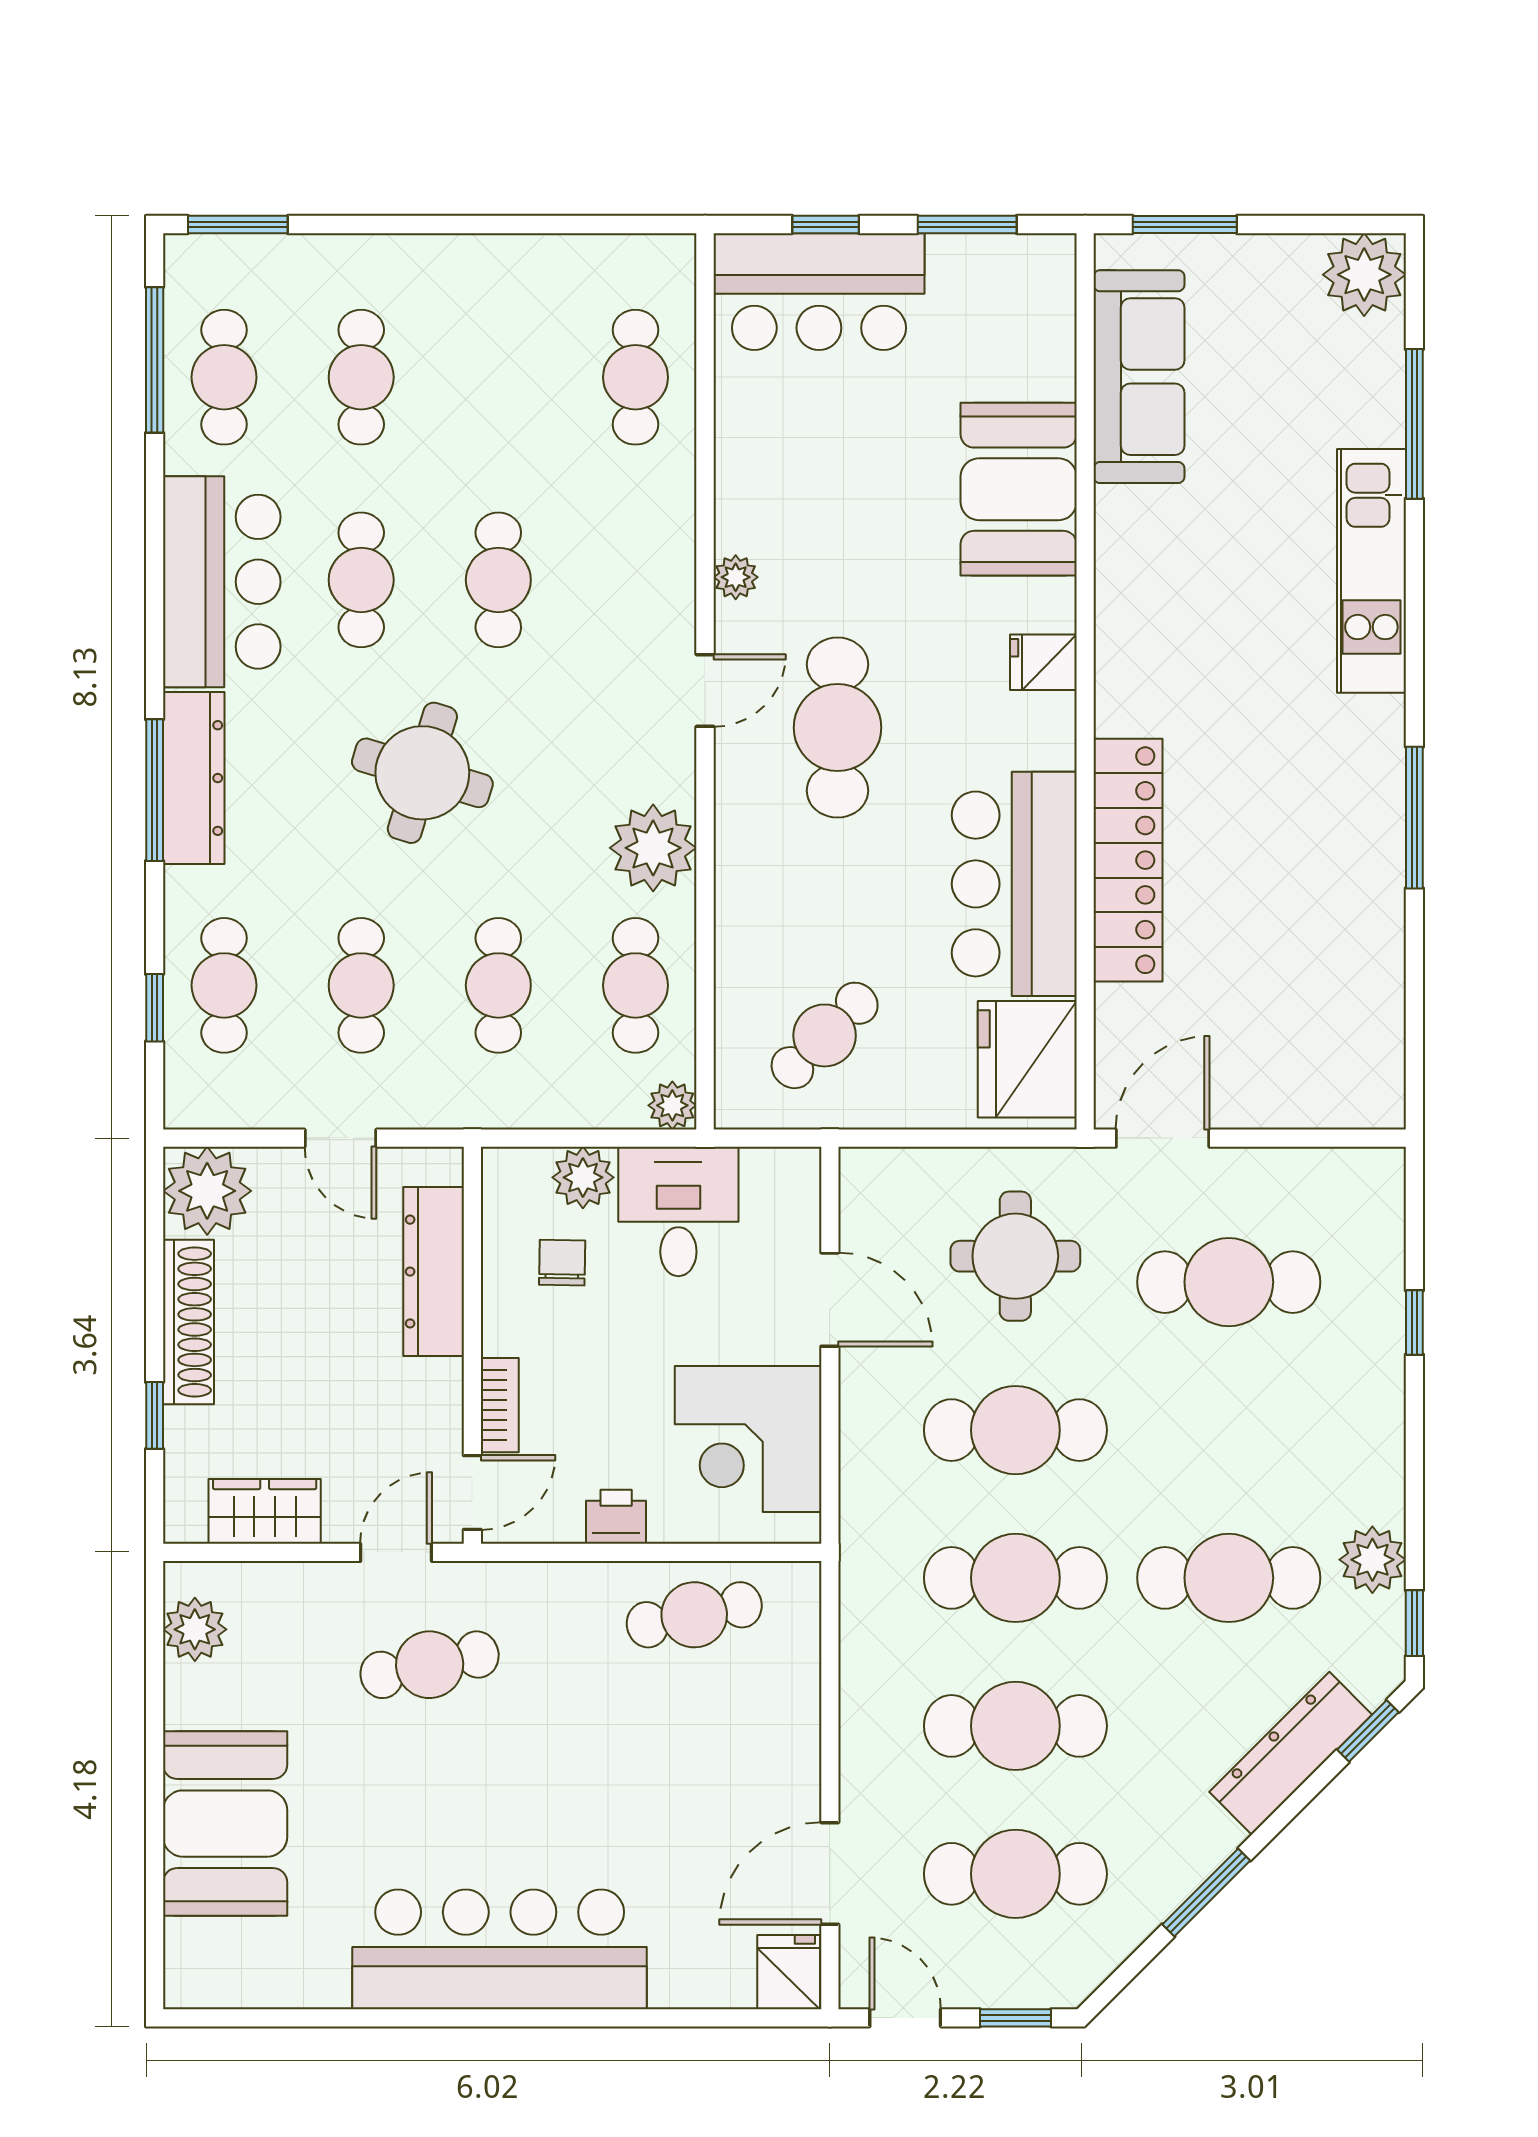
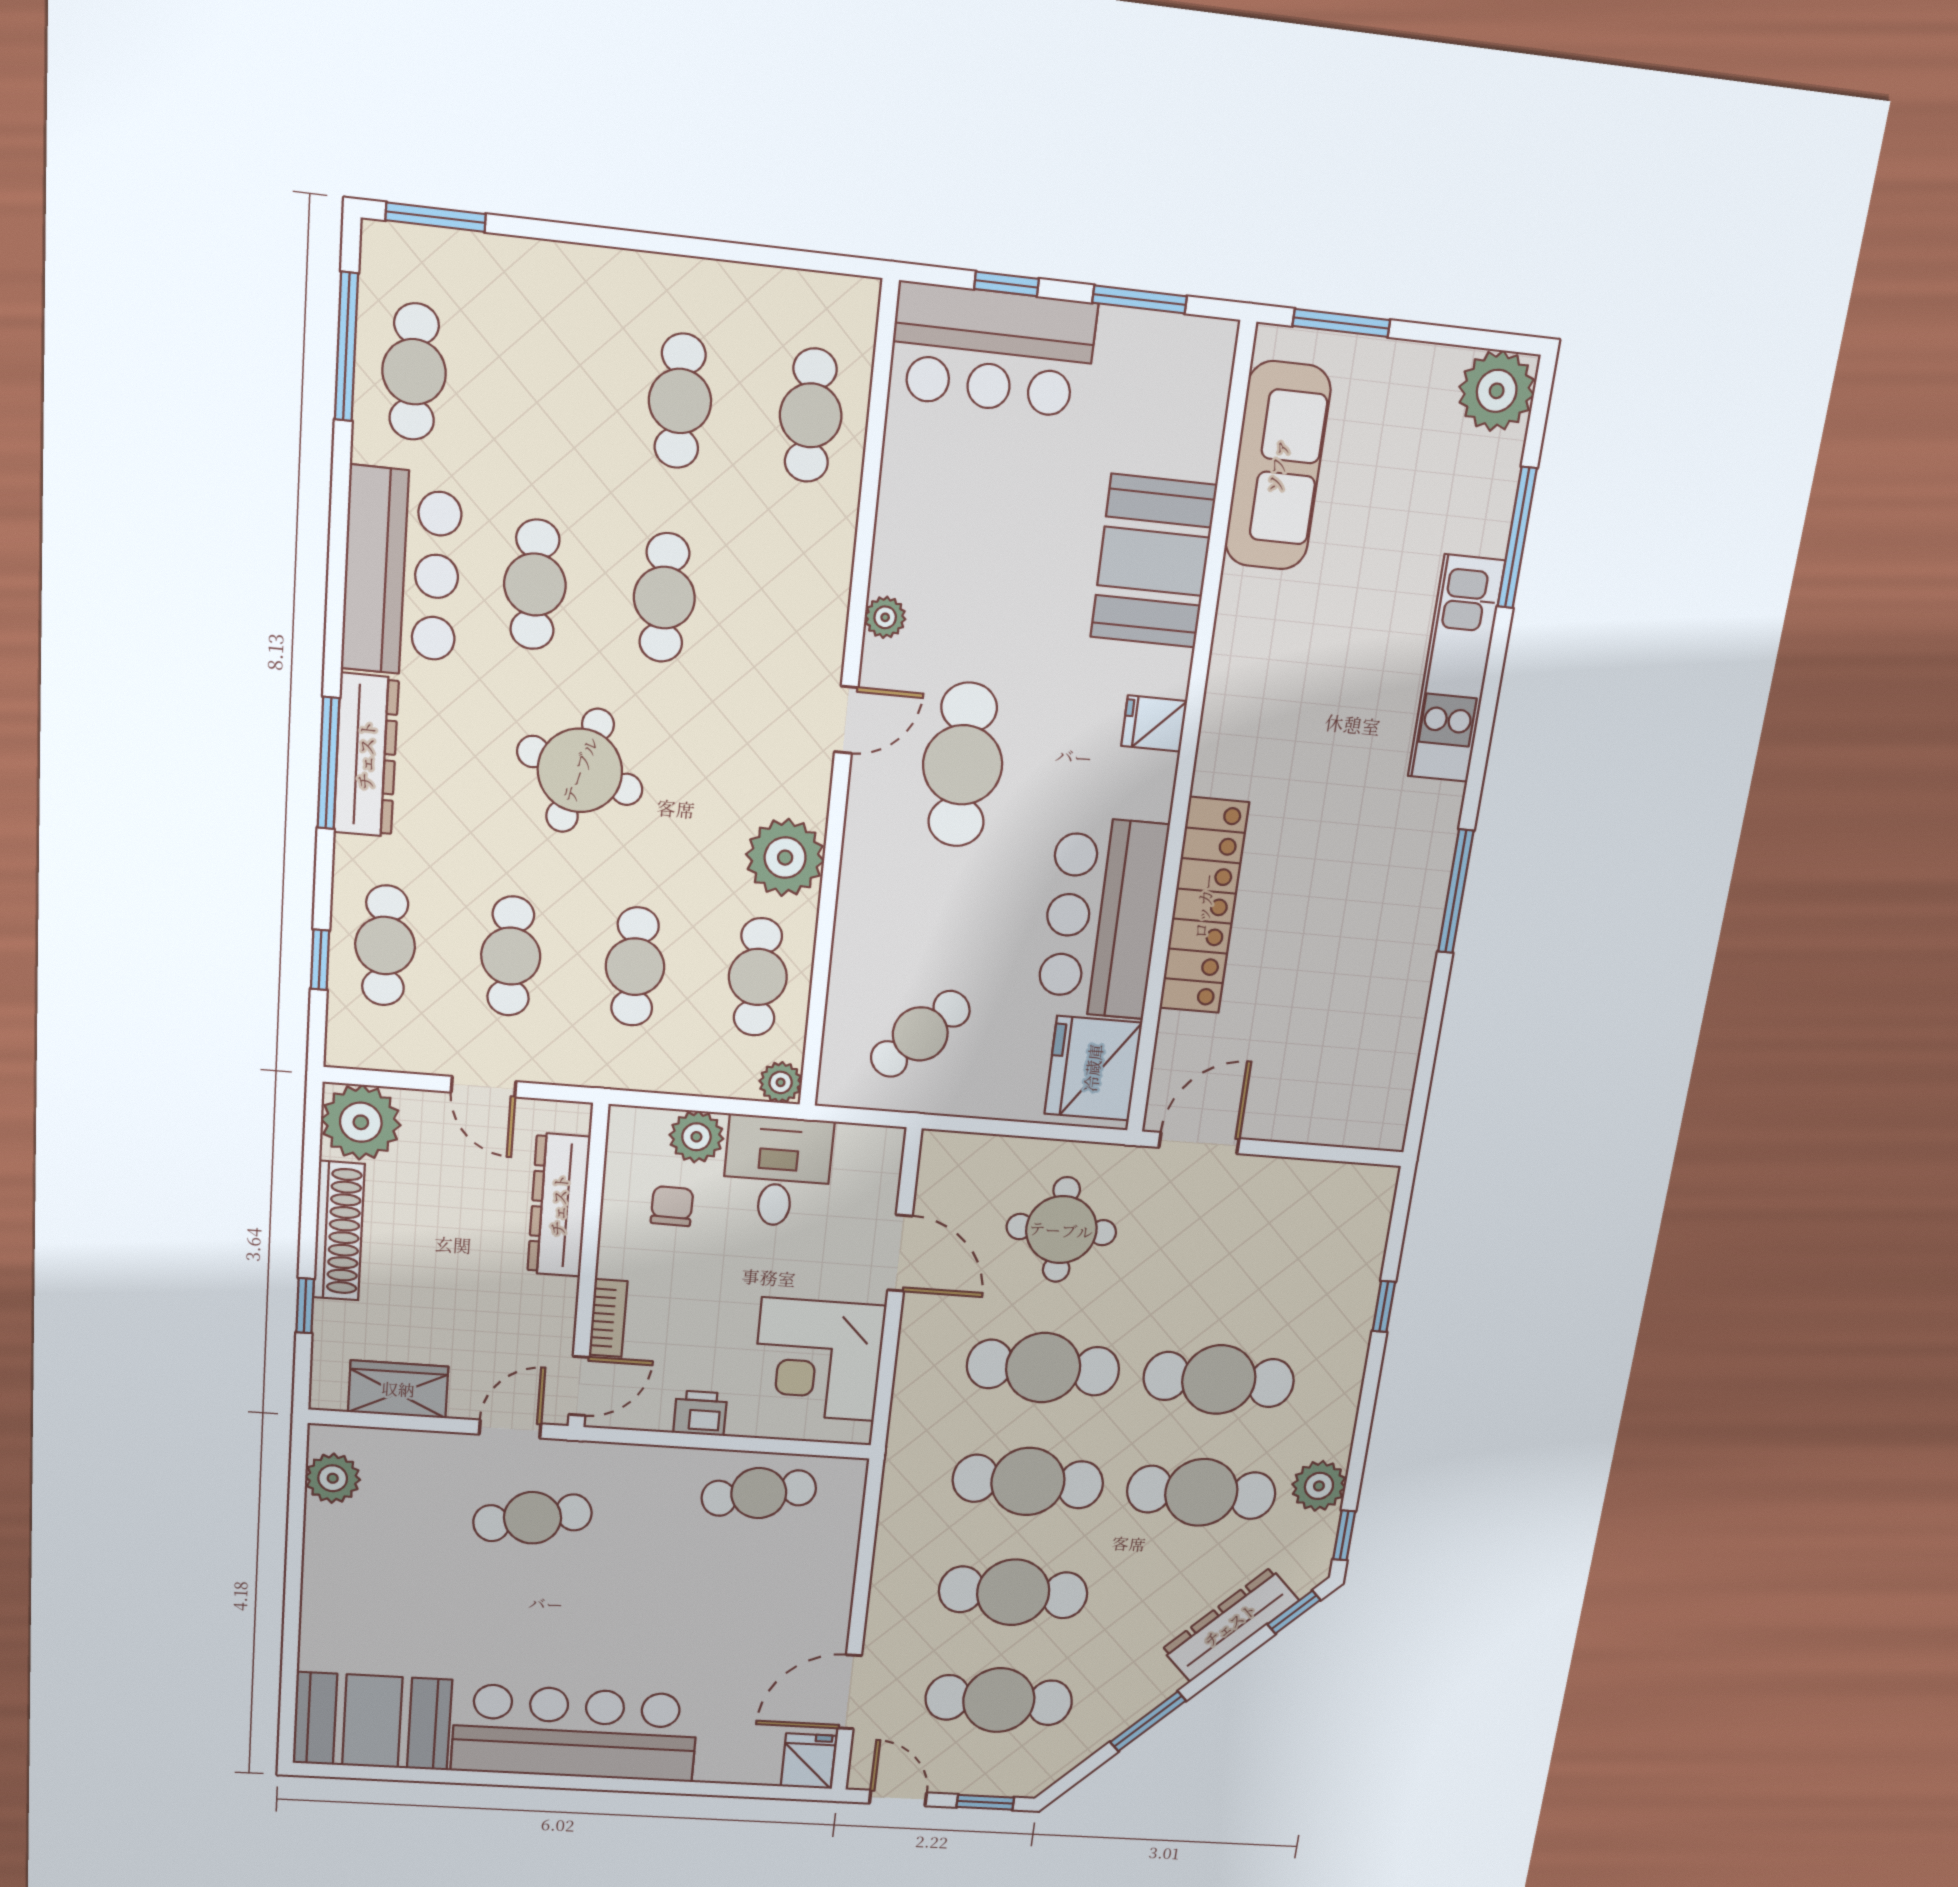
cafe table: (361, 377) -> (680, 401), moved
cafe table: (1229, 1282) -> (1219, 1380), moved
booth: (225, 1824) -> (372, 1721), moved, turned 90

